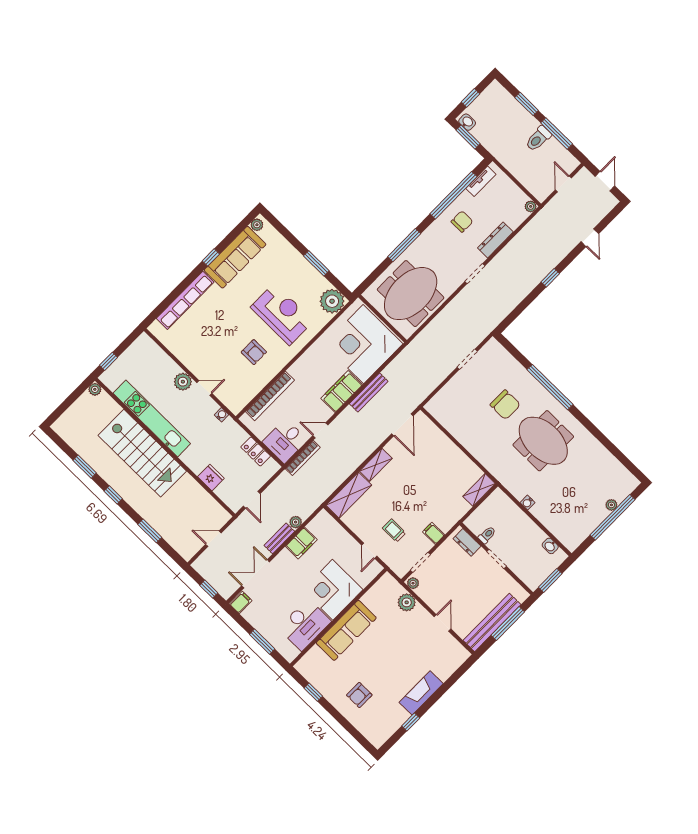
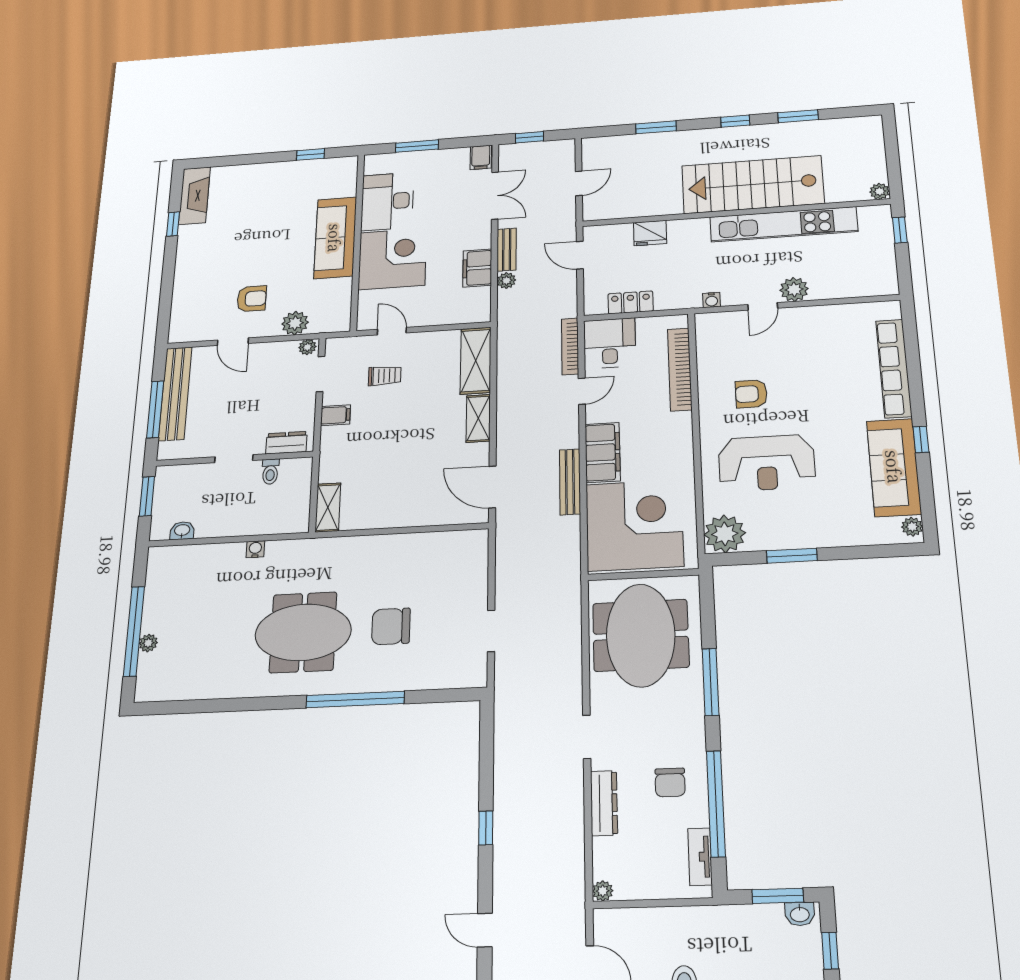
fireplace: (421, 693) -> (194, 196), moved
armchair: (359, 695) -> (252, 299), moved, turned 90

